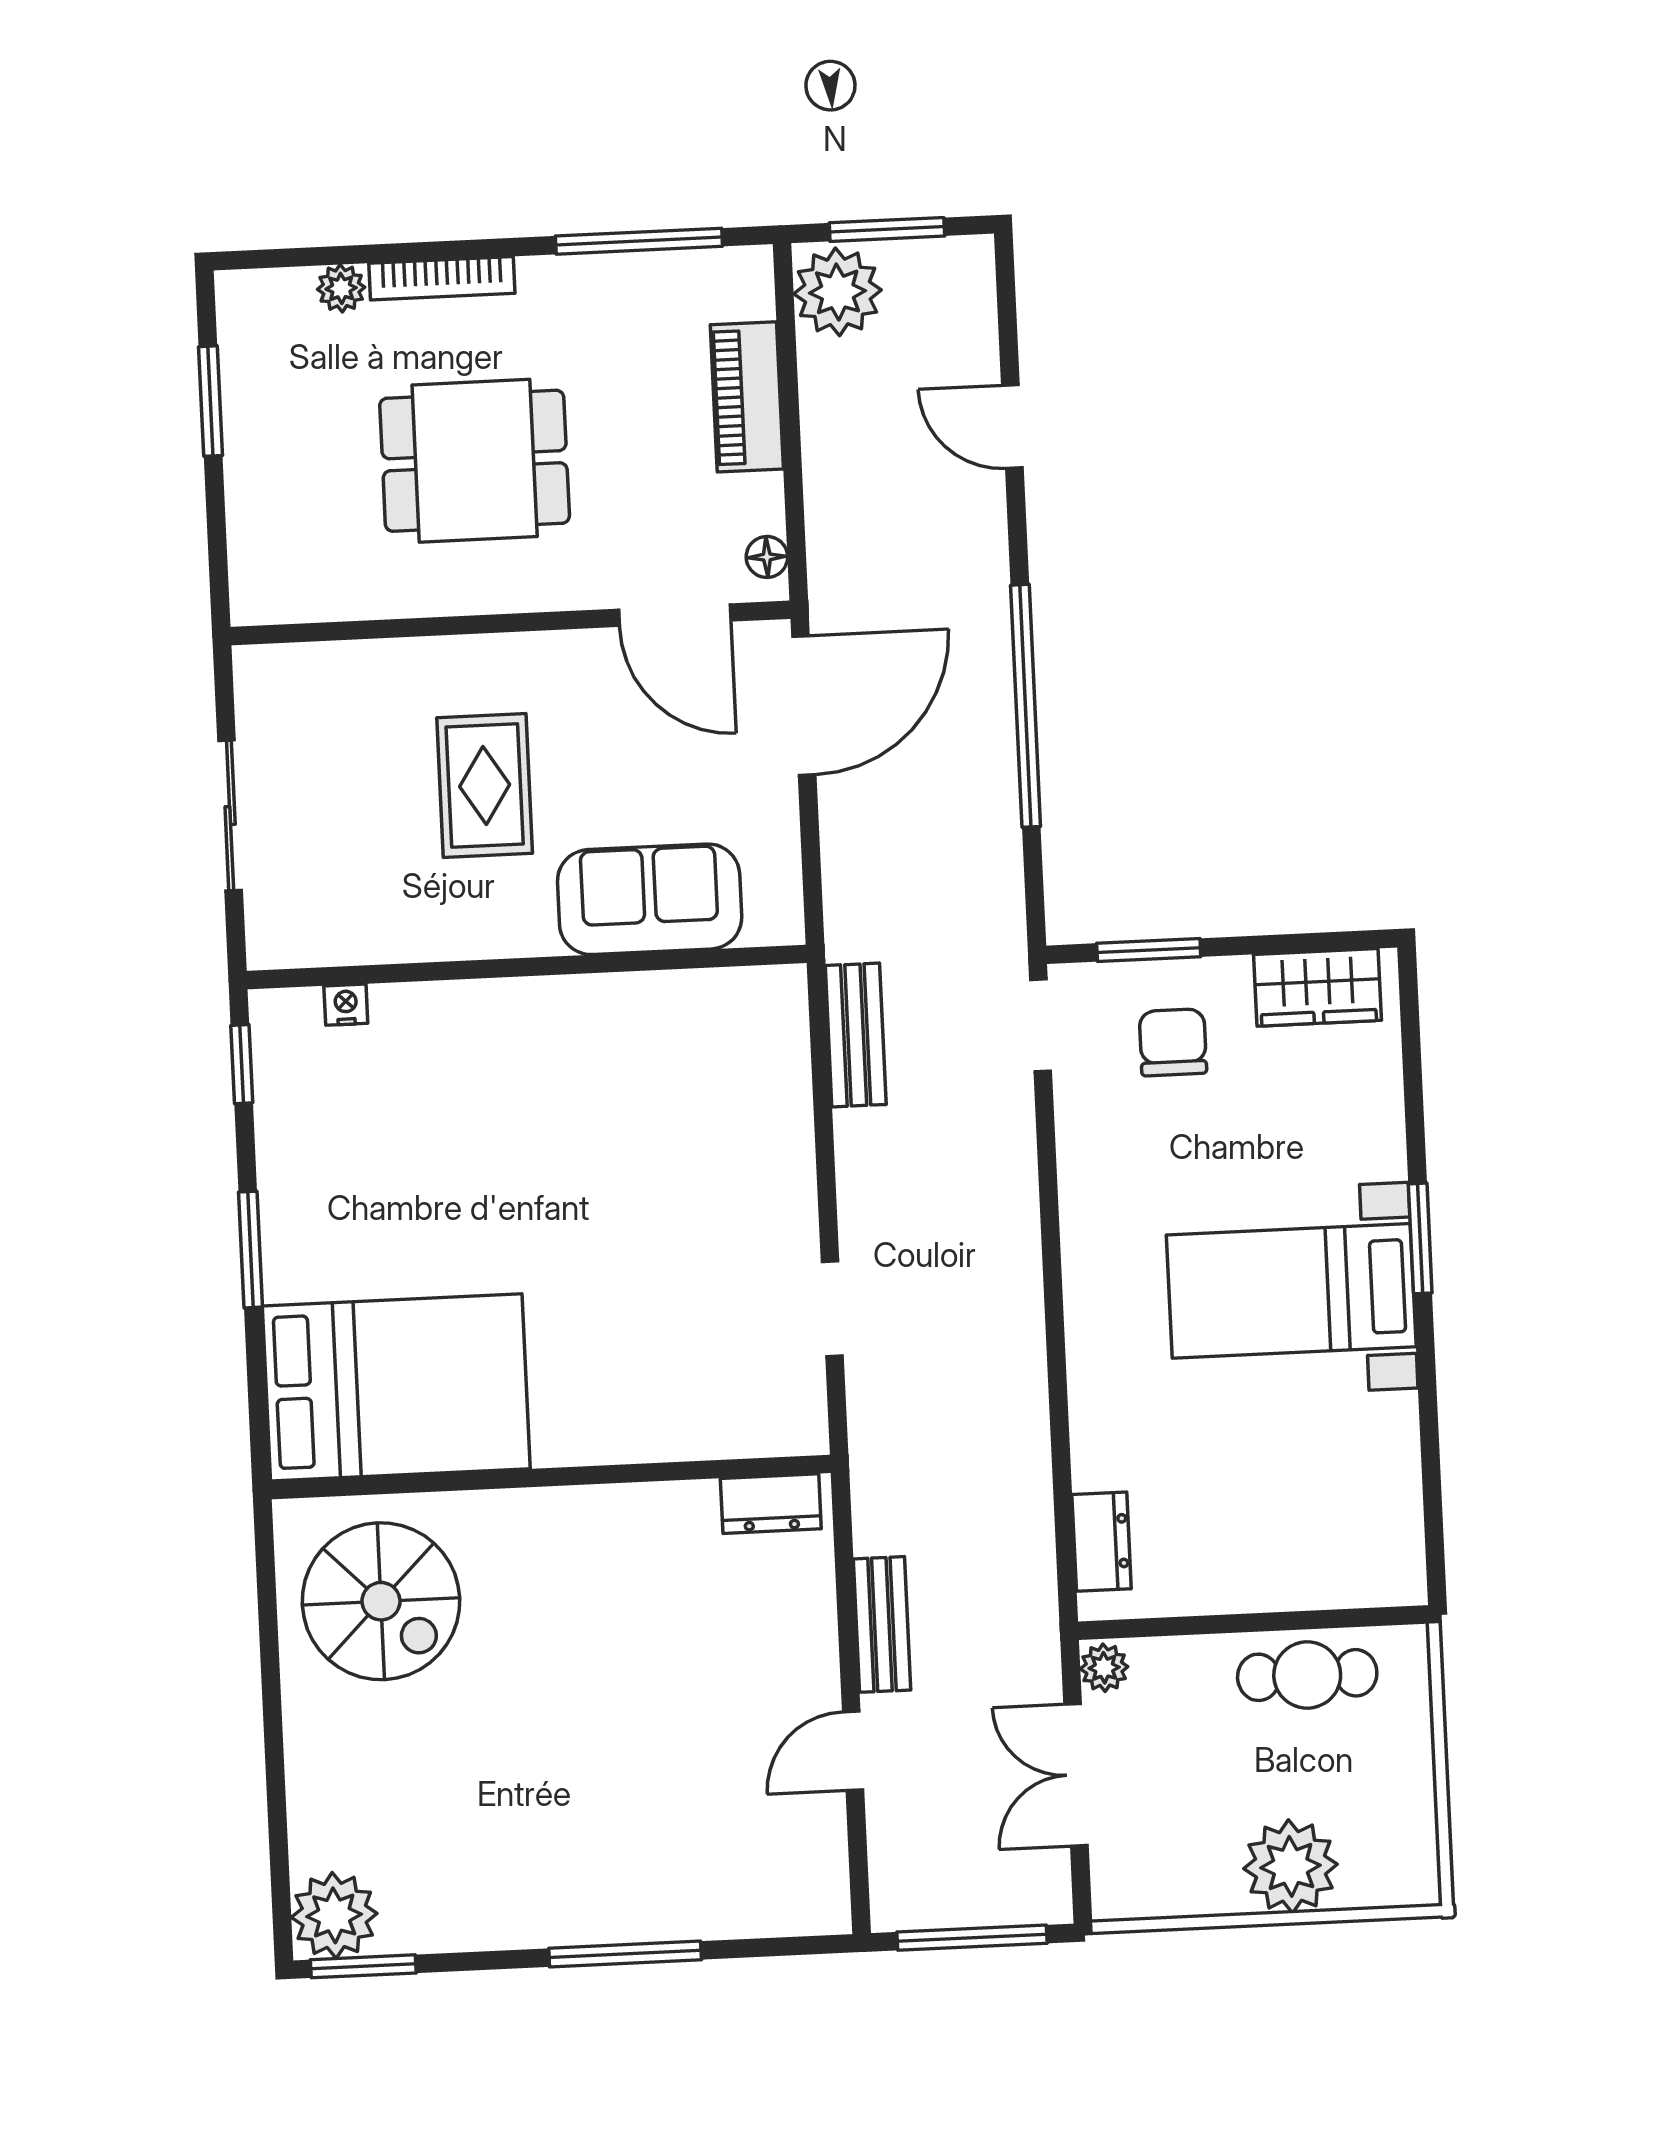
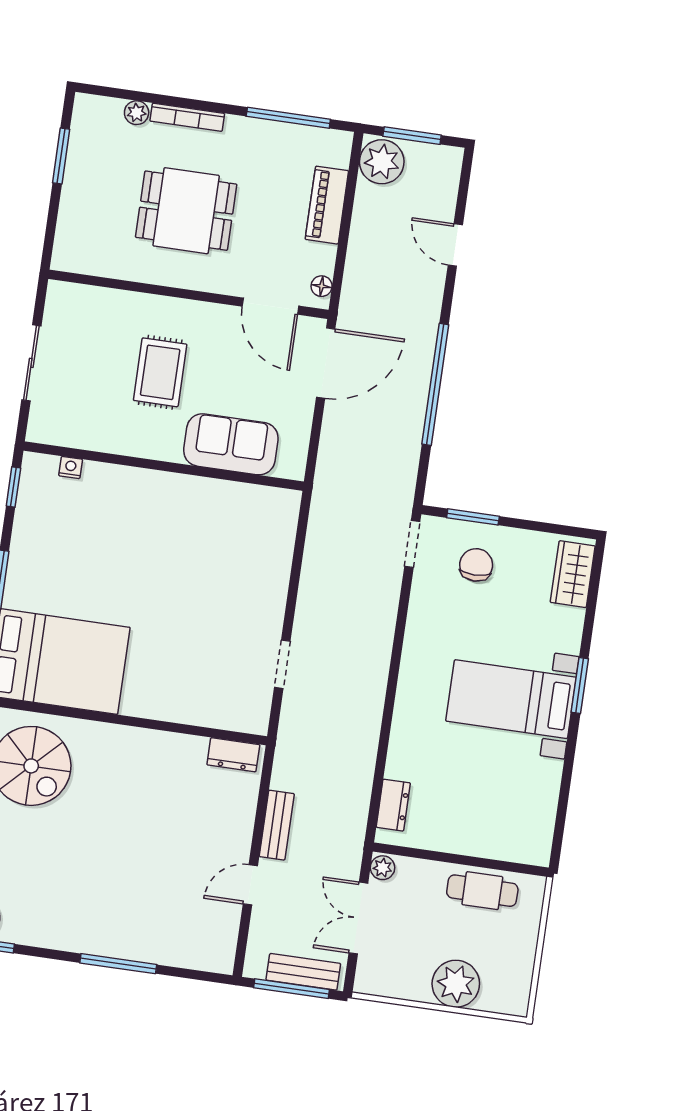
wardrobe: (1318, 987) -> (573, 574), moved, turned 90
bench: (856, 1035) -> (303, 972), moved, turned 90

